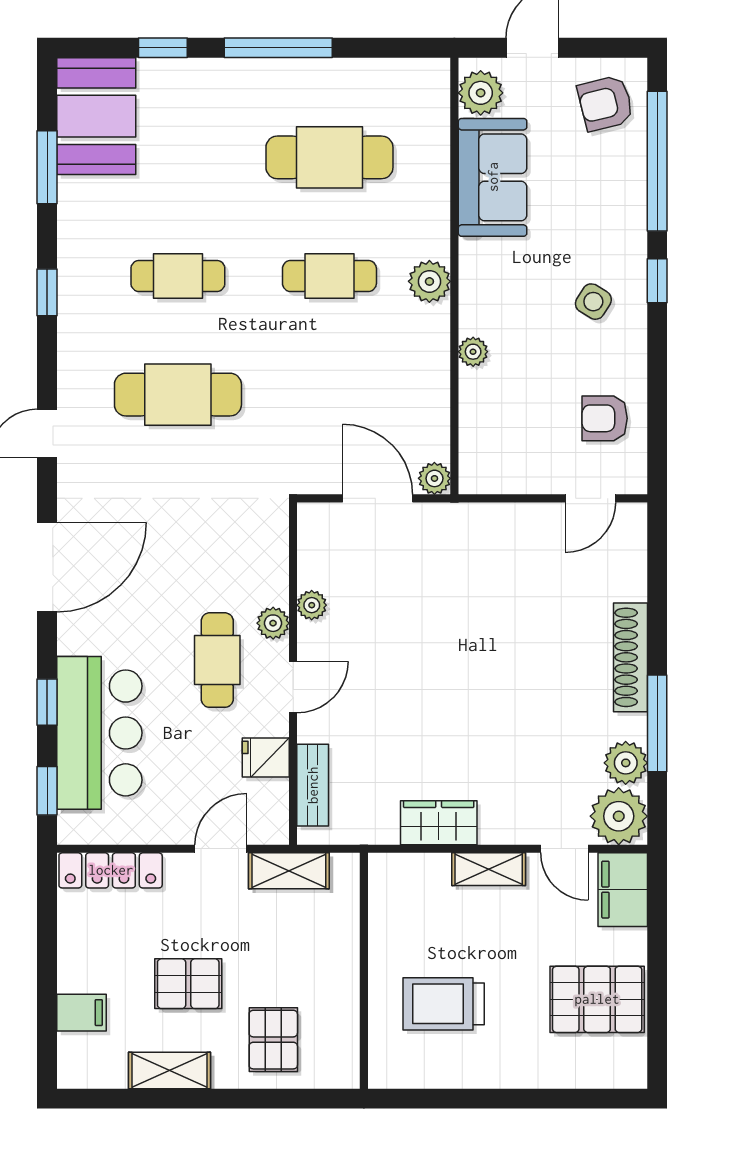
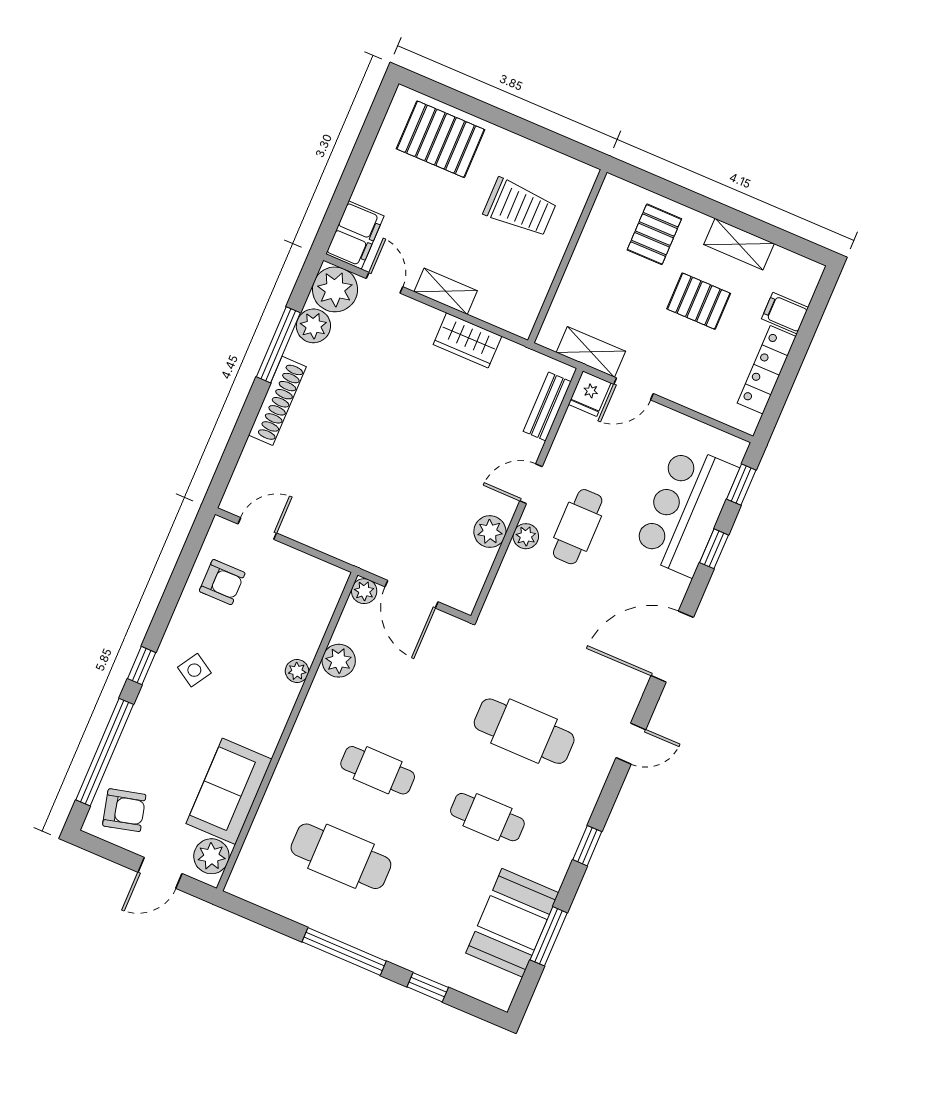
booth: (96, 116) -> (512, 923), moved
plant: (429, 281) -> (339, 661), moved
plant: (312, 605) -> (490, 532), width x1.38, depth x1.38
fridge: (266, 758) -> (590, 394), moved, turned 90
locker: (111, 870) -> (767, 370), moved, turned -90
pallet: (597, 999) -> (441, 139), moved

